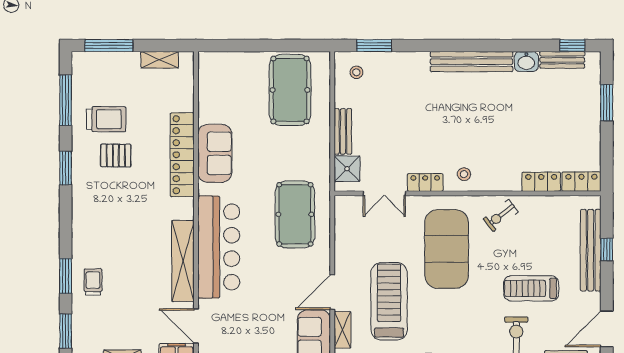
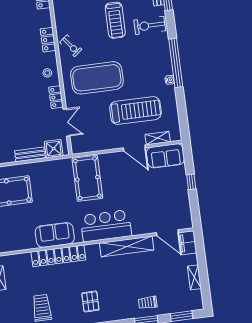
pallet: (116, 156) -> (90, 302), moved
locker: (541, 182) -> (48, 40), moved
pool table: (295, 214) -> (87, 178), turned 90
bar counter: (219, 247) -> (106, 226), width x0.73
treadmill: (389, 301) -> (135, 110), turned 180
door: (196, 326) -> (167, 233), hinge flipped

